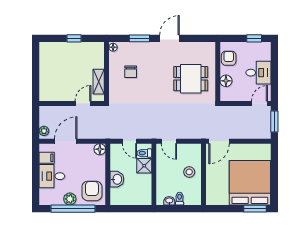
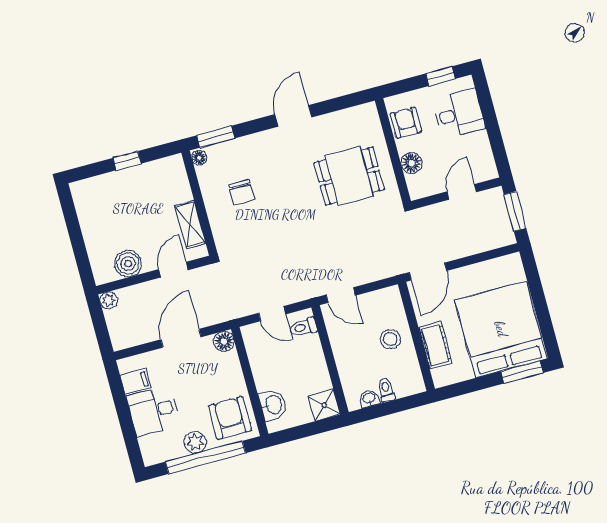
window: (139, 38) -> (216, 137), moved
desk: (258, 73) -> (459, 114), moved
boiler: (60, 94) -> (128, 264), added
door: (260, 103) -> (462, 192), moved
plant: (44, 131) -> (109, 300), moved
door: (66, 141) -> (181, 338), moved
shower: (144, 166) -> (324, 405), moved
washbasin: (117, 179) -> (273, 405), moved
cot: (212, 182) -> (435, 345), added

